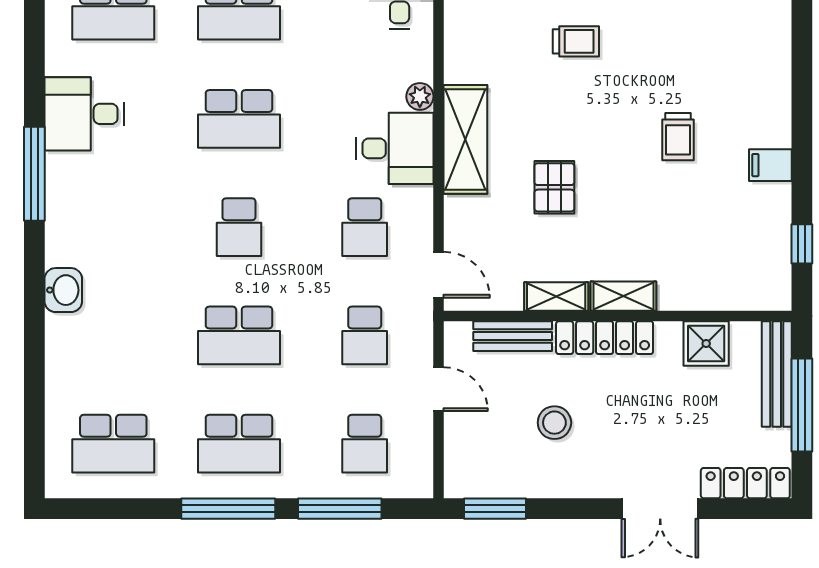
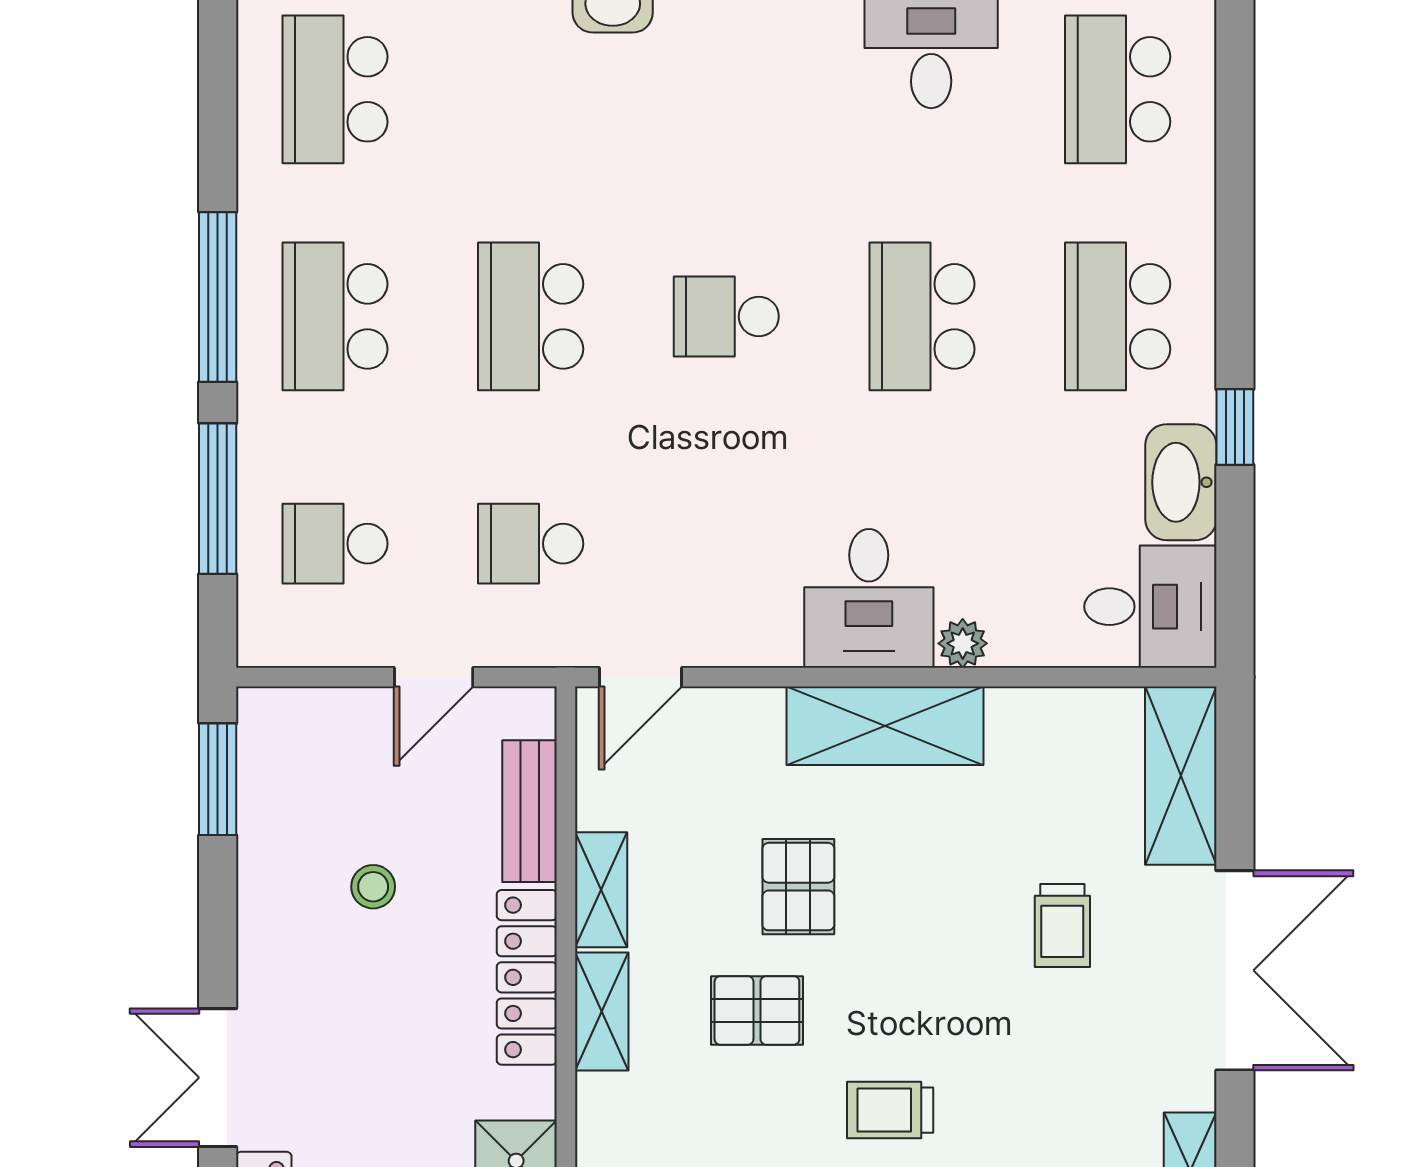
pallet: (554, 187) -> (798, 887), turned 90
pallet: (623, 210) -> (757, 1010), added
school desk: (365, 227) -> (726, 544), removed
stool: (554, 423) -> (373, 887), width x0.73, depth x0.73

